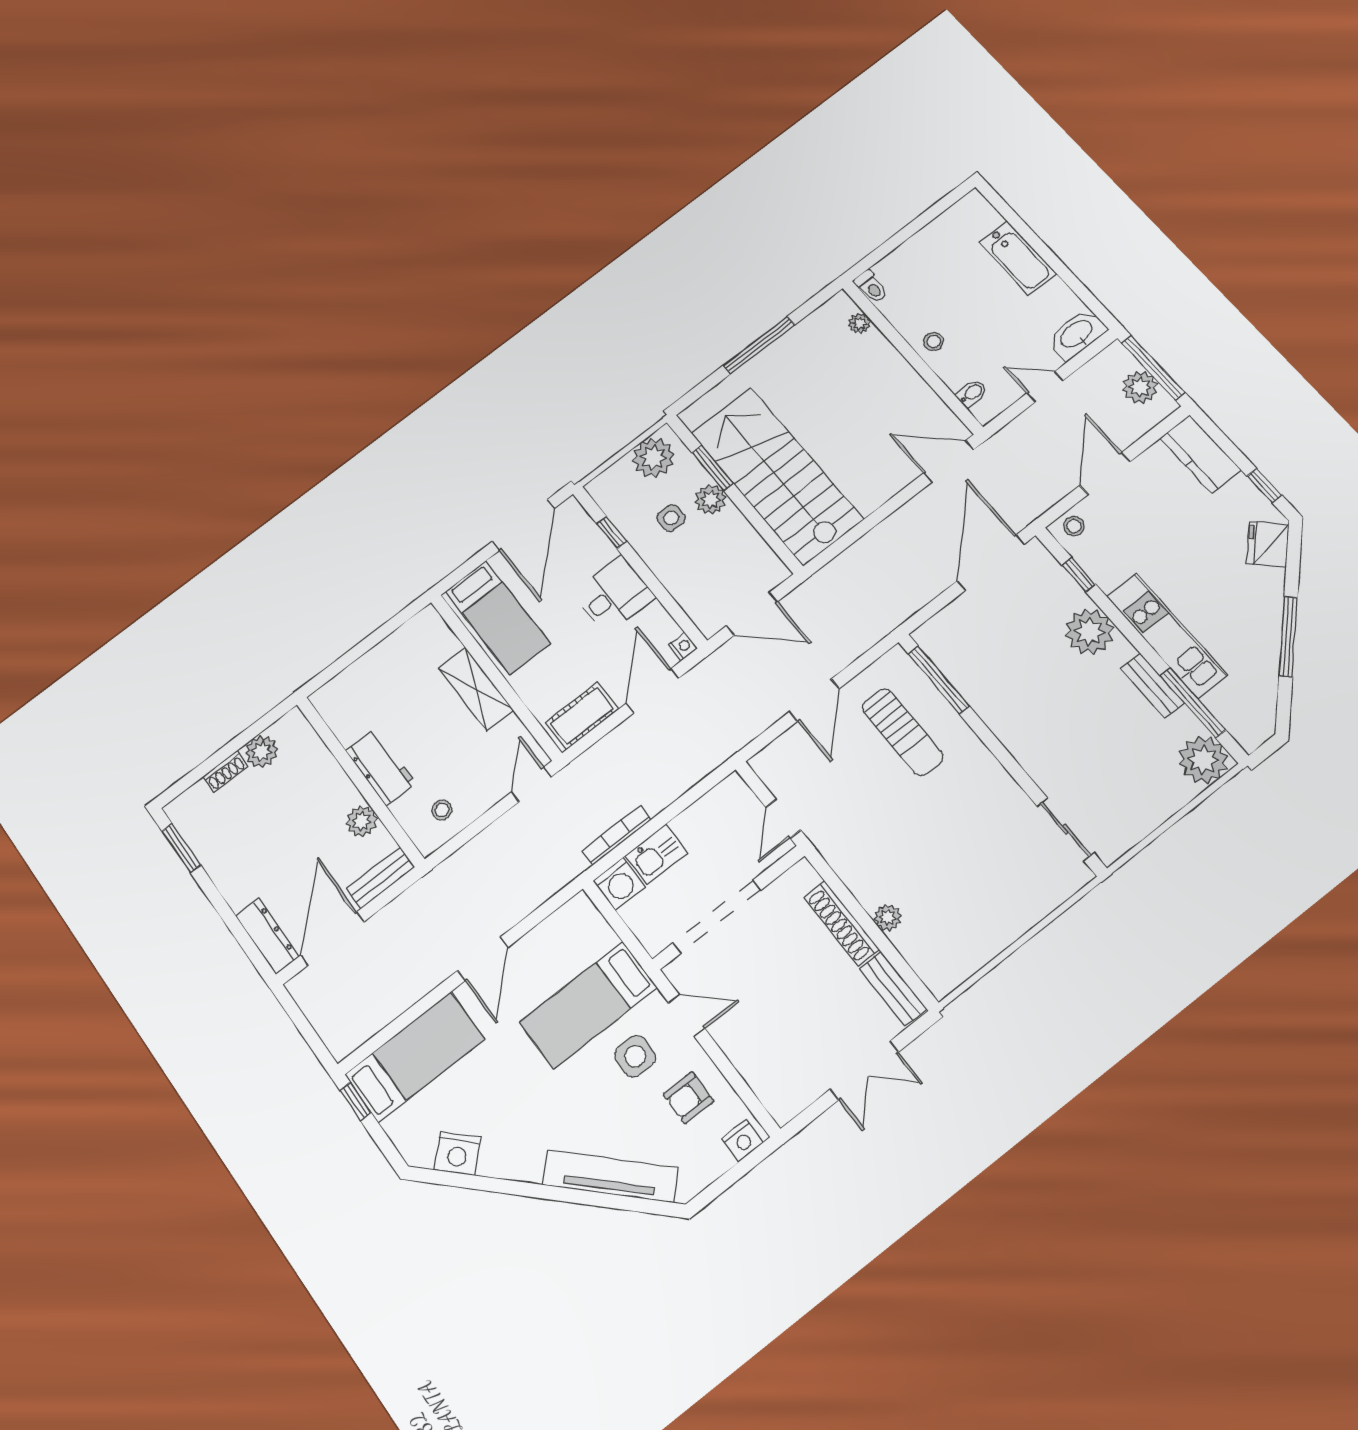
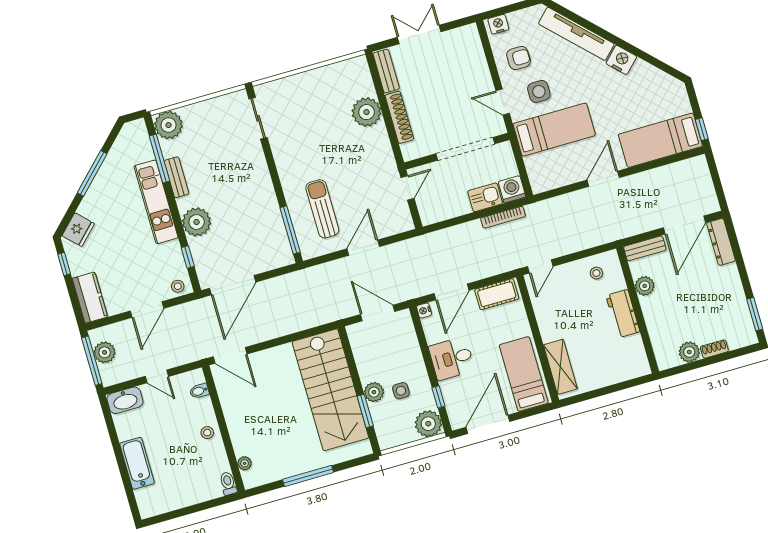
plant: (653, 458) -> (428, 424), moved
shelving: (476, 689) -> (560, 367), moved
plant: (888, 917) -> (367, 112), width x1.88, depth x1.88
nightstand: (458, 1154) -> (621, 60), moved

